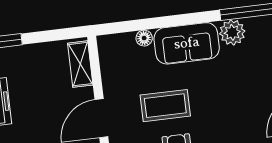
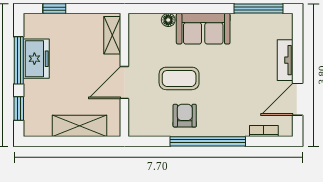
plant: (232, 32) -> (242, 24), removed

